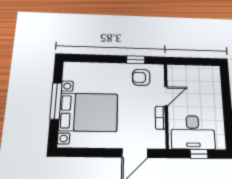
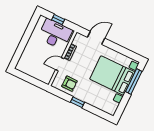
window: (136, 60) -> (77, 102), moved
window: (56, 101) -> (134, 82), moved

